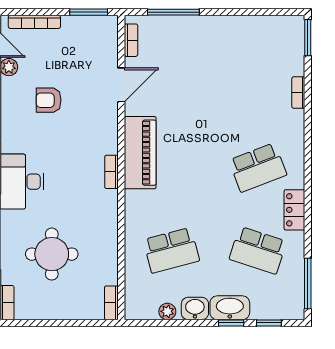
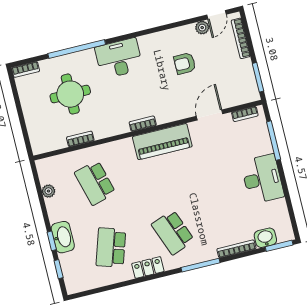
desk: (218, 38) -> (262, 179), added
door: (121, 85) -> (210, 115), swing flipped
bookcase: (298, 92) -> (236, 249), width x1.56
armchair: (49, 100) -> (185, 63), turned -90
window: (308, 283) -> (201, 265), moved
bookcase: (111, 303) -> (80, 139), moved
washbasin: (195, 308) -> (265, 238), moved, turned -90

